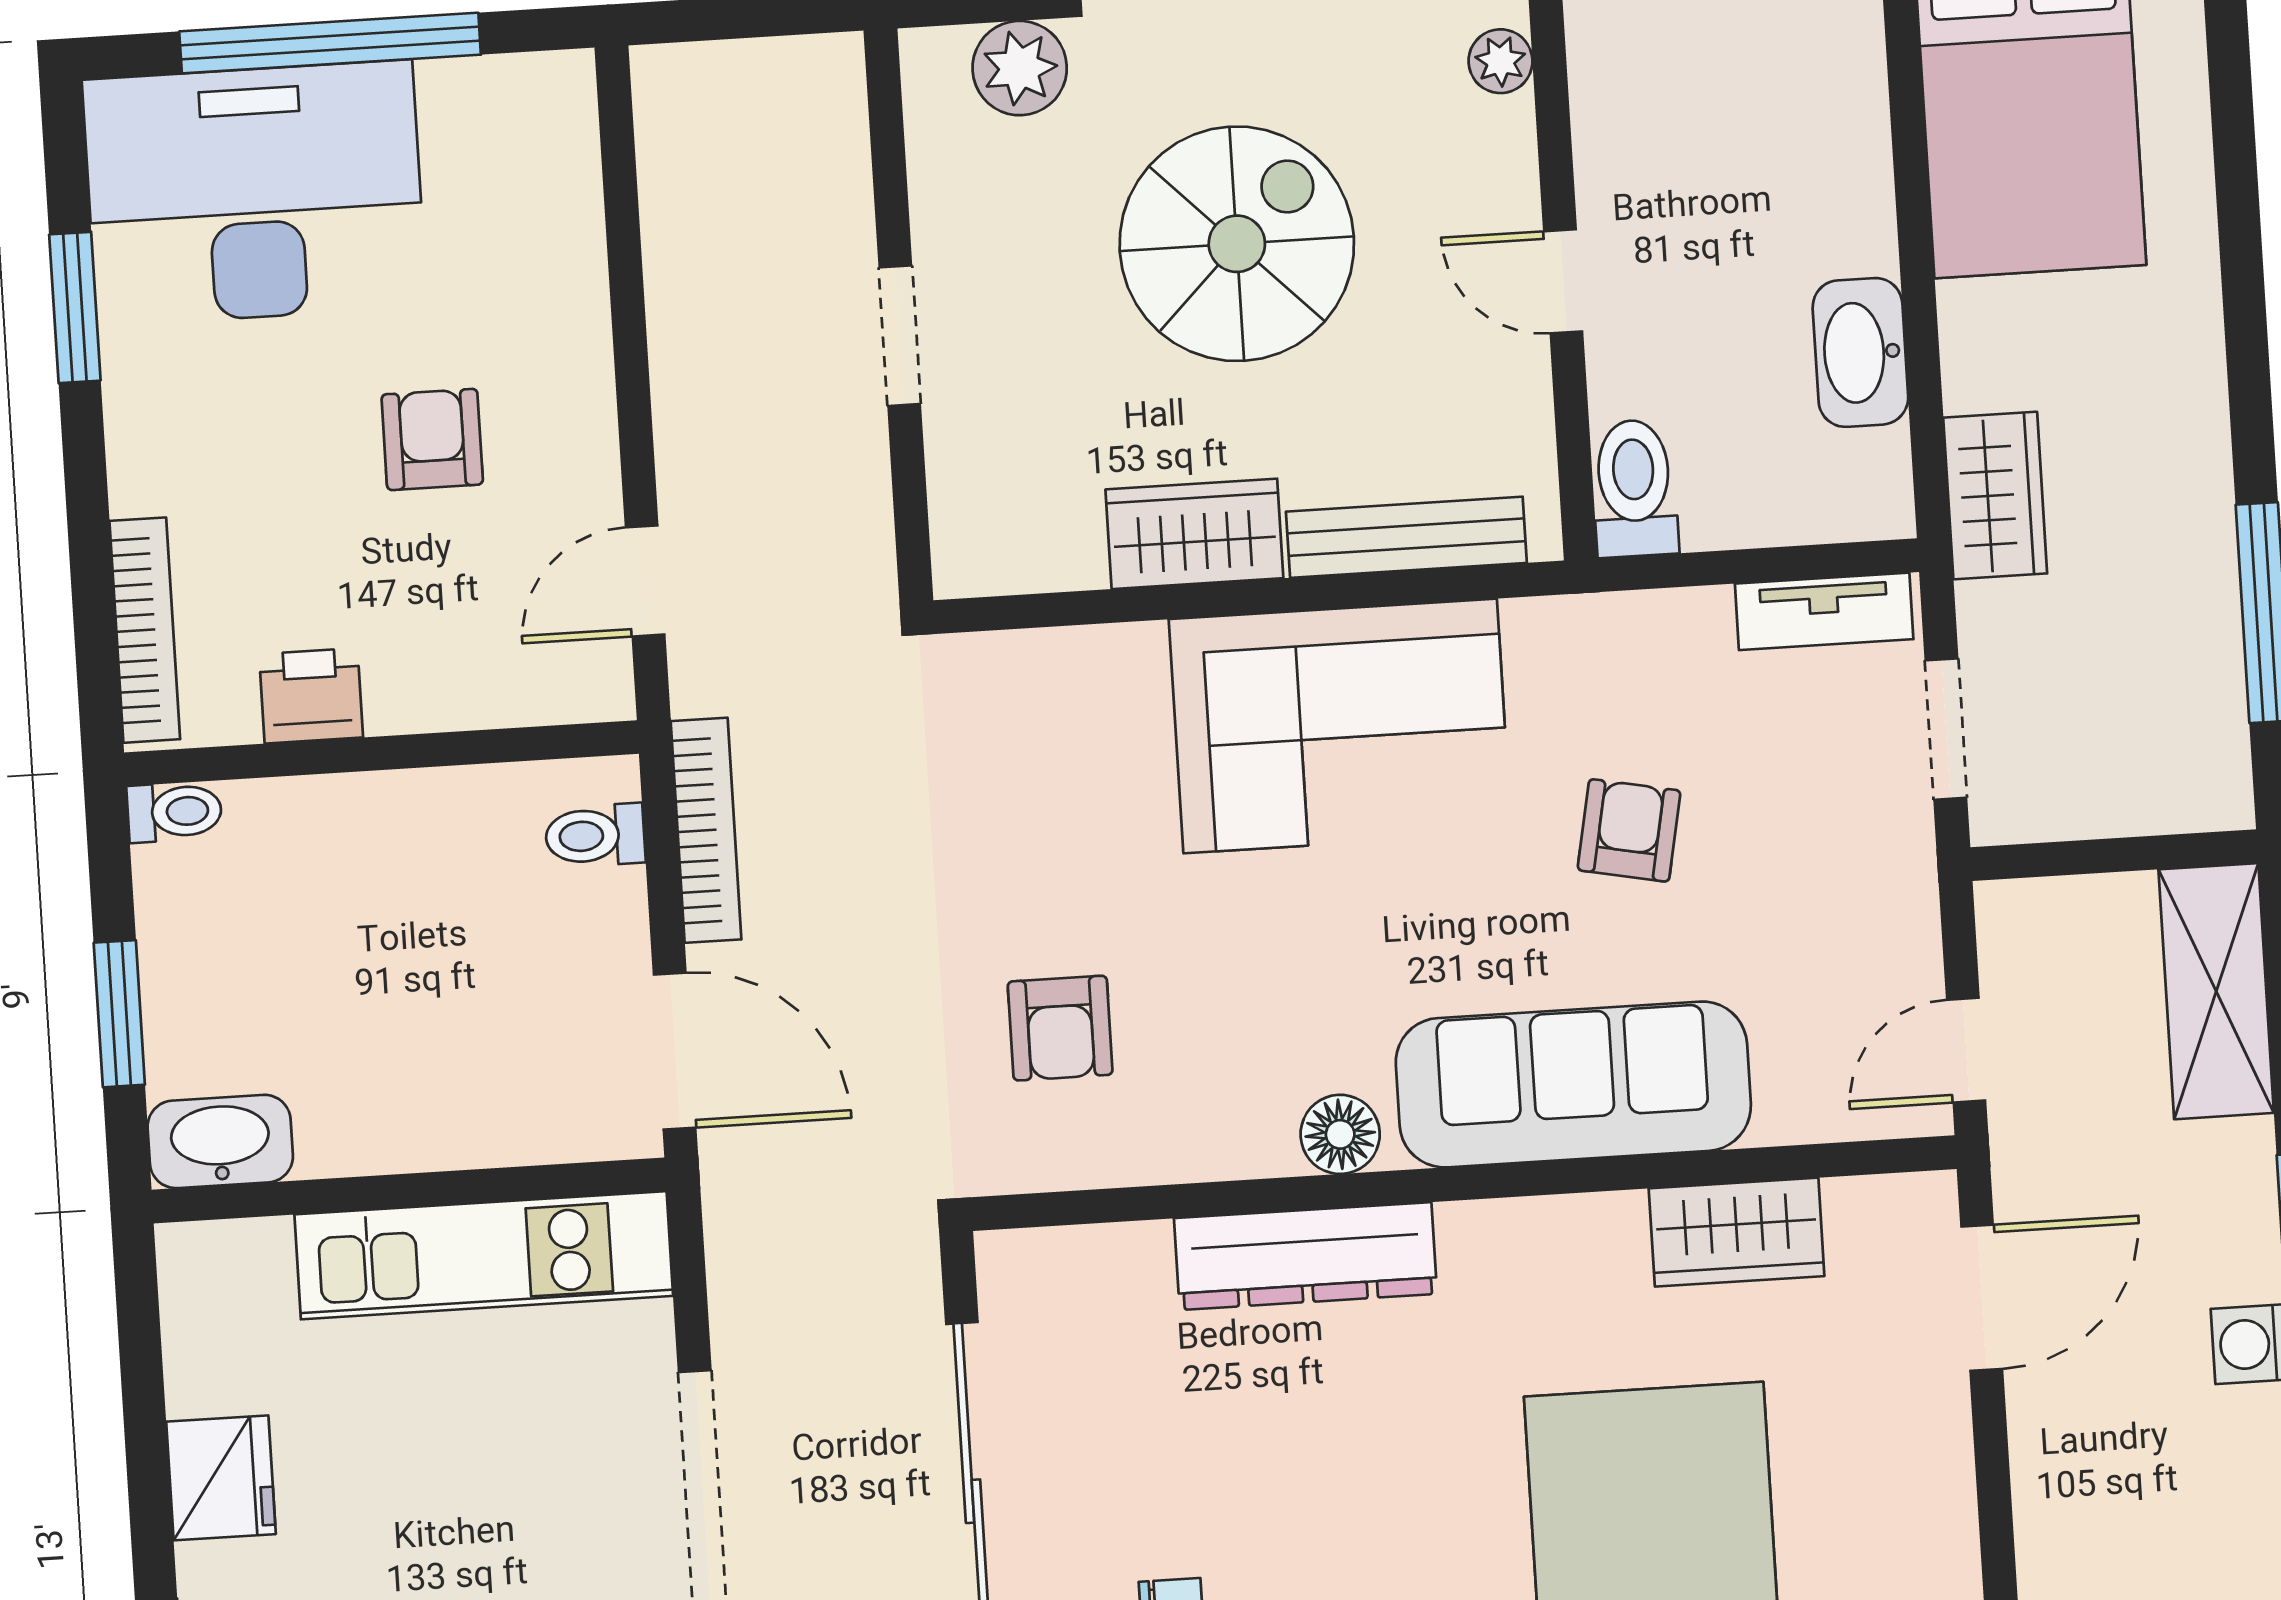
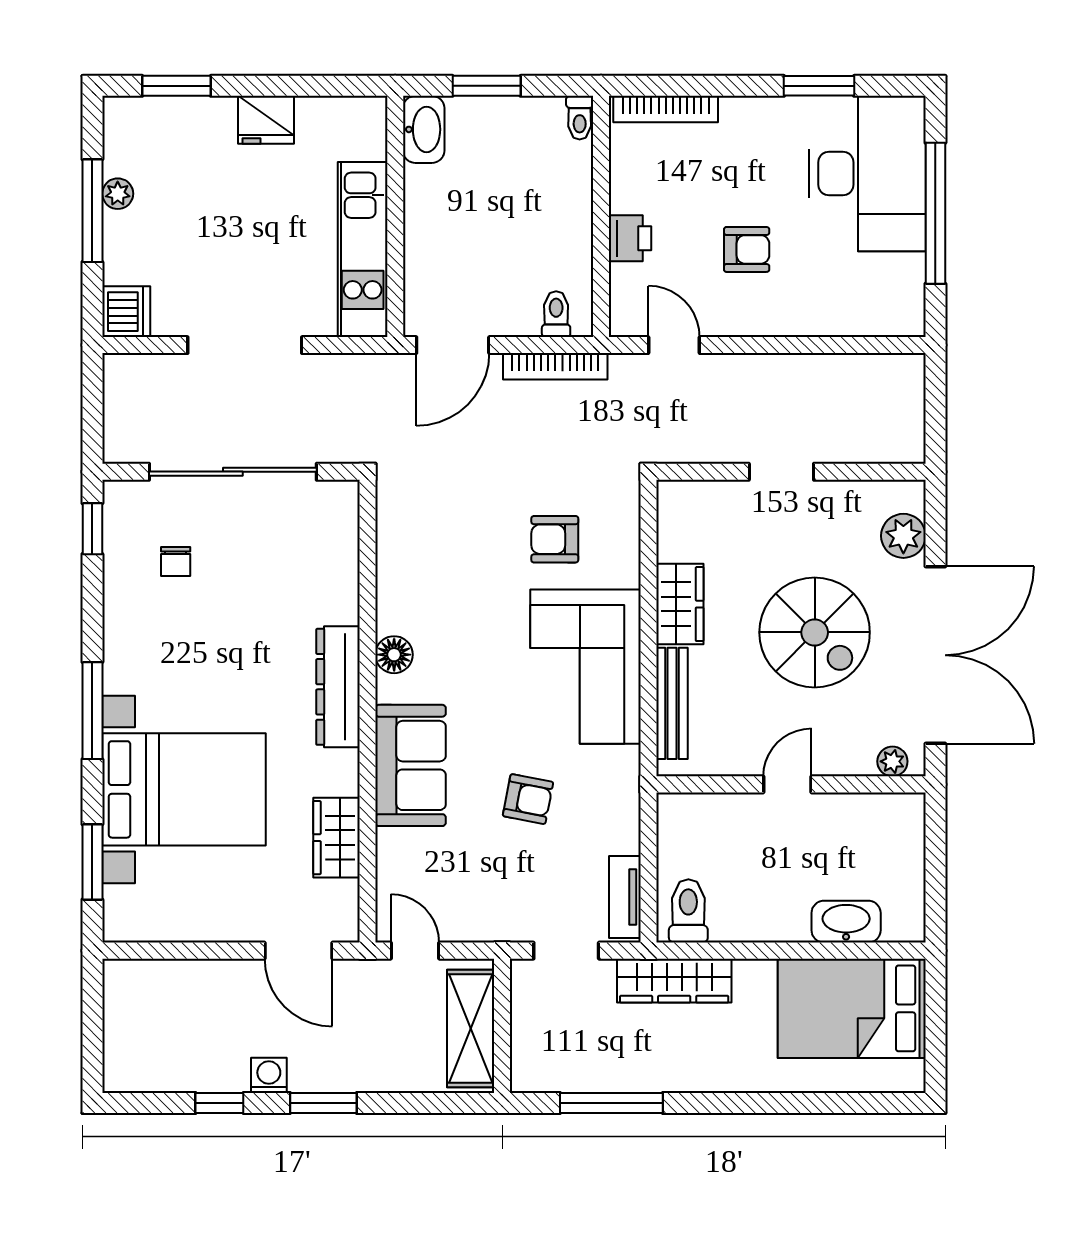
washbasin: (1860, 352) -> (846, 922), moved
toilet: (1634, 488) -> (688, 911), moved, turned -90
wardrobe: (1995, 496) -> (674, 981), width x1.50
printer: (311, 696) -> (630, 238), moved
shelving: (2216, 991) -> (471, 1028), moved, turned 90
armchair: (1060, 1028) -> (555, 539), moved
sofa: (1573, 1084) -> (411, 765), width x0.73
dresser: (1306, 1256) -> (338, 687), moved

